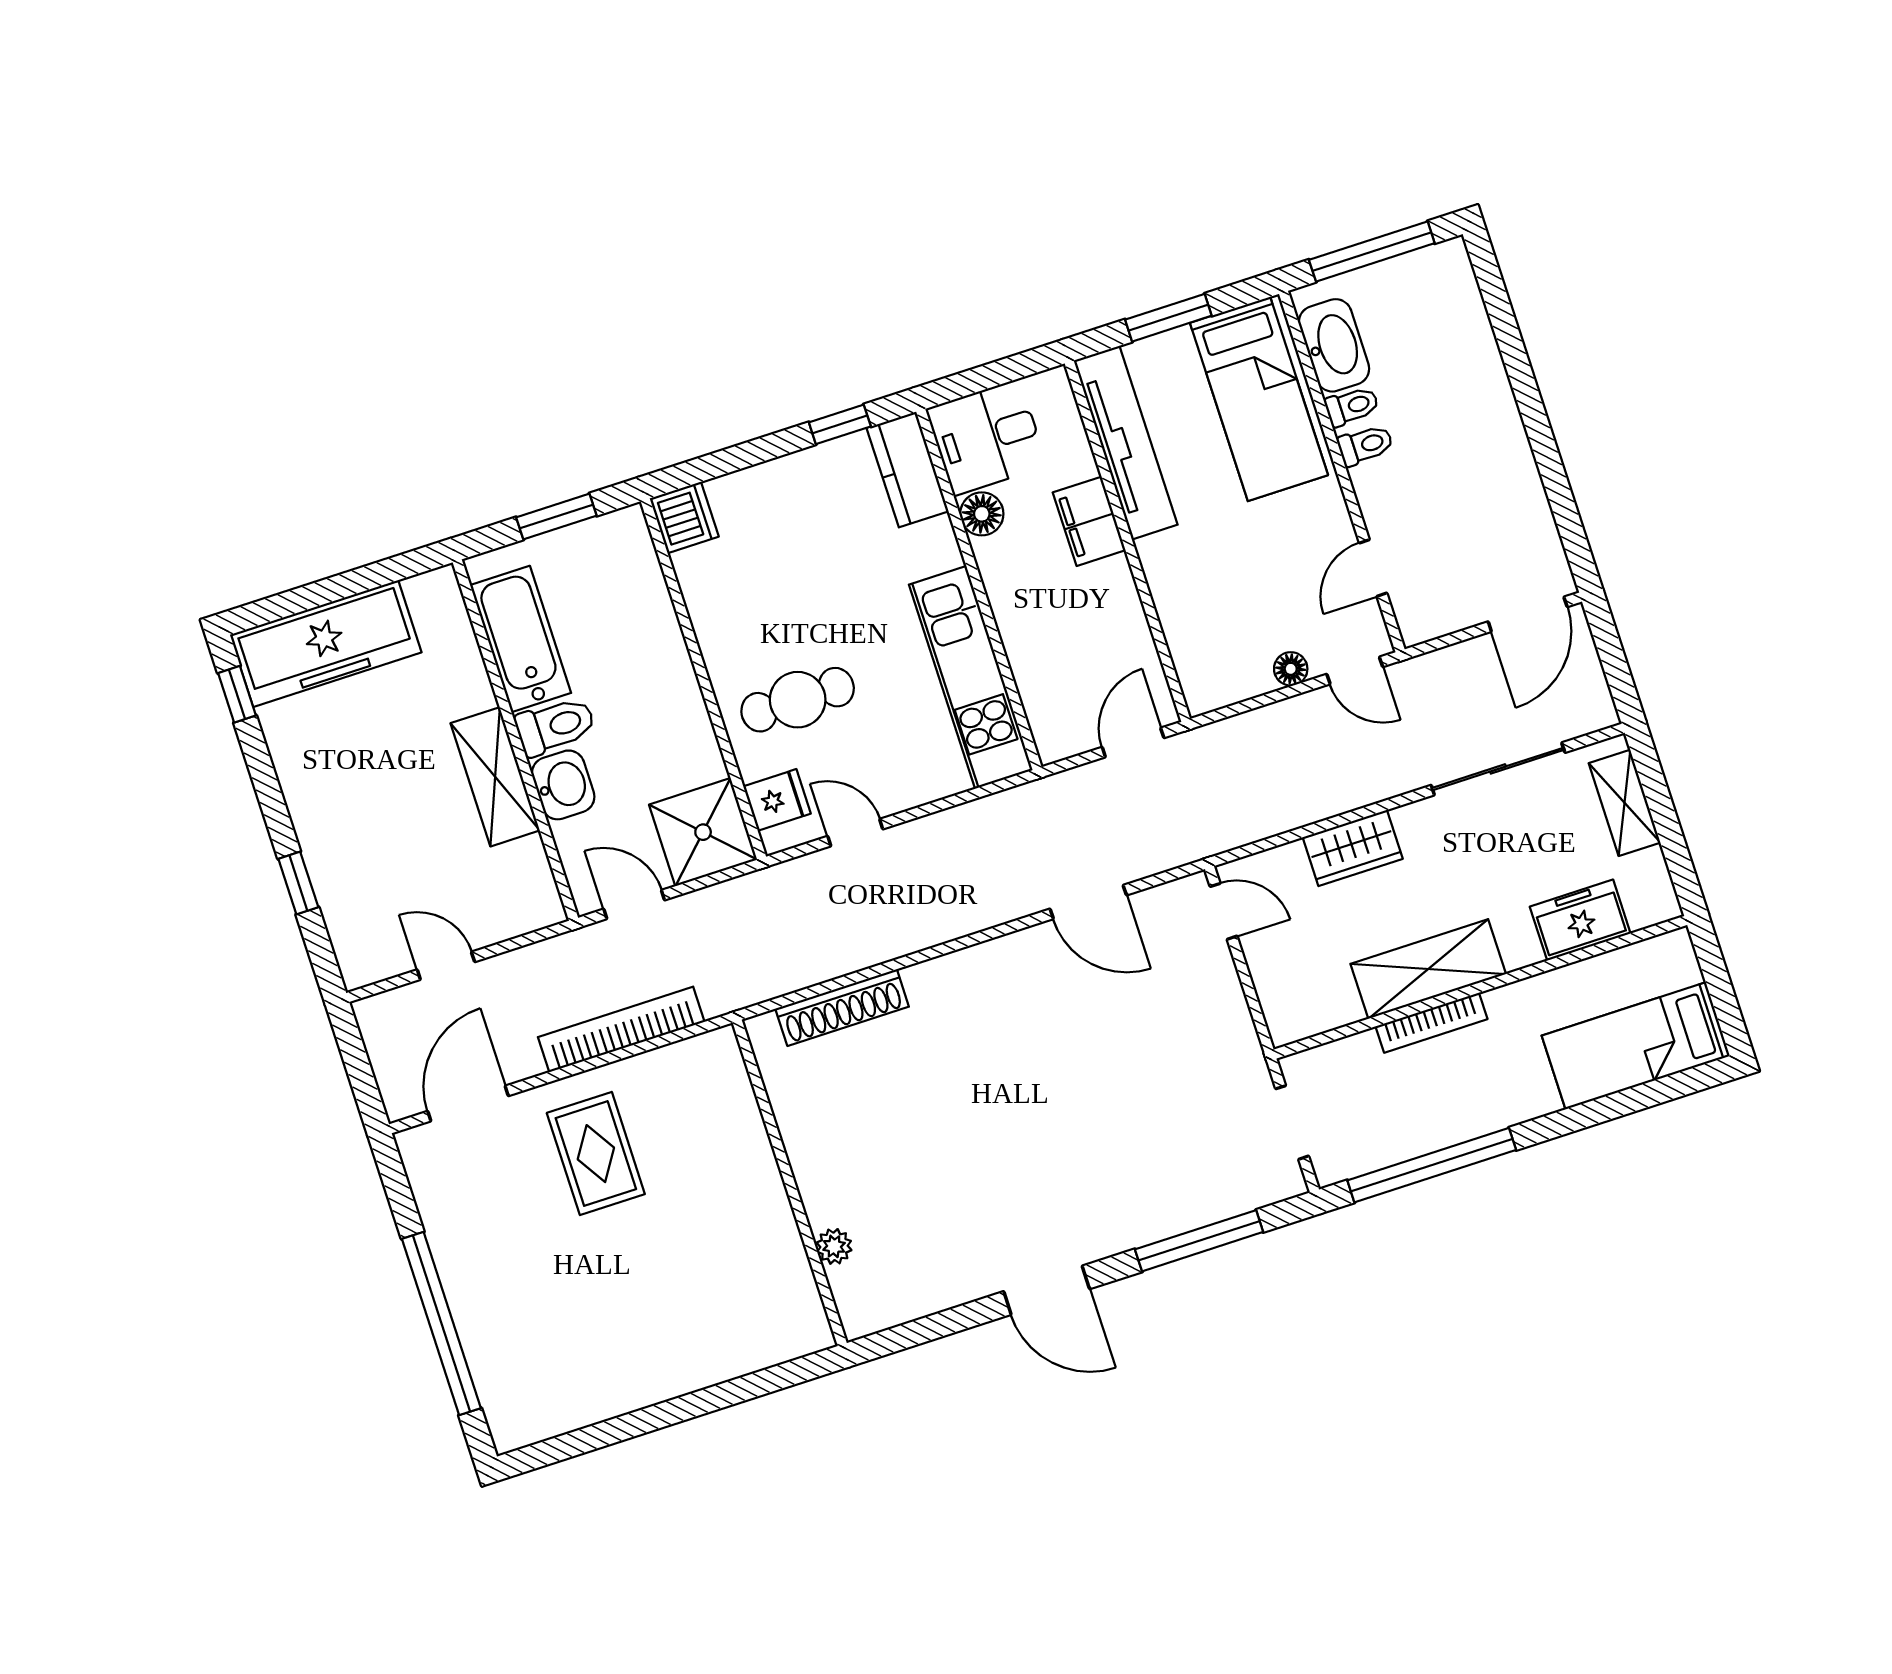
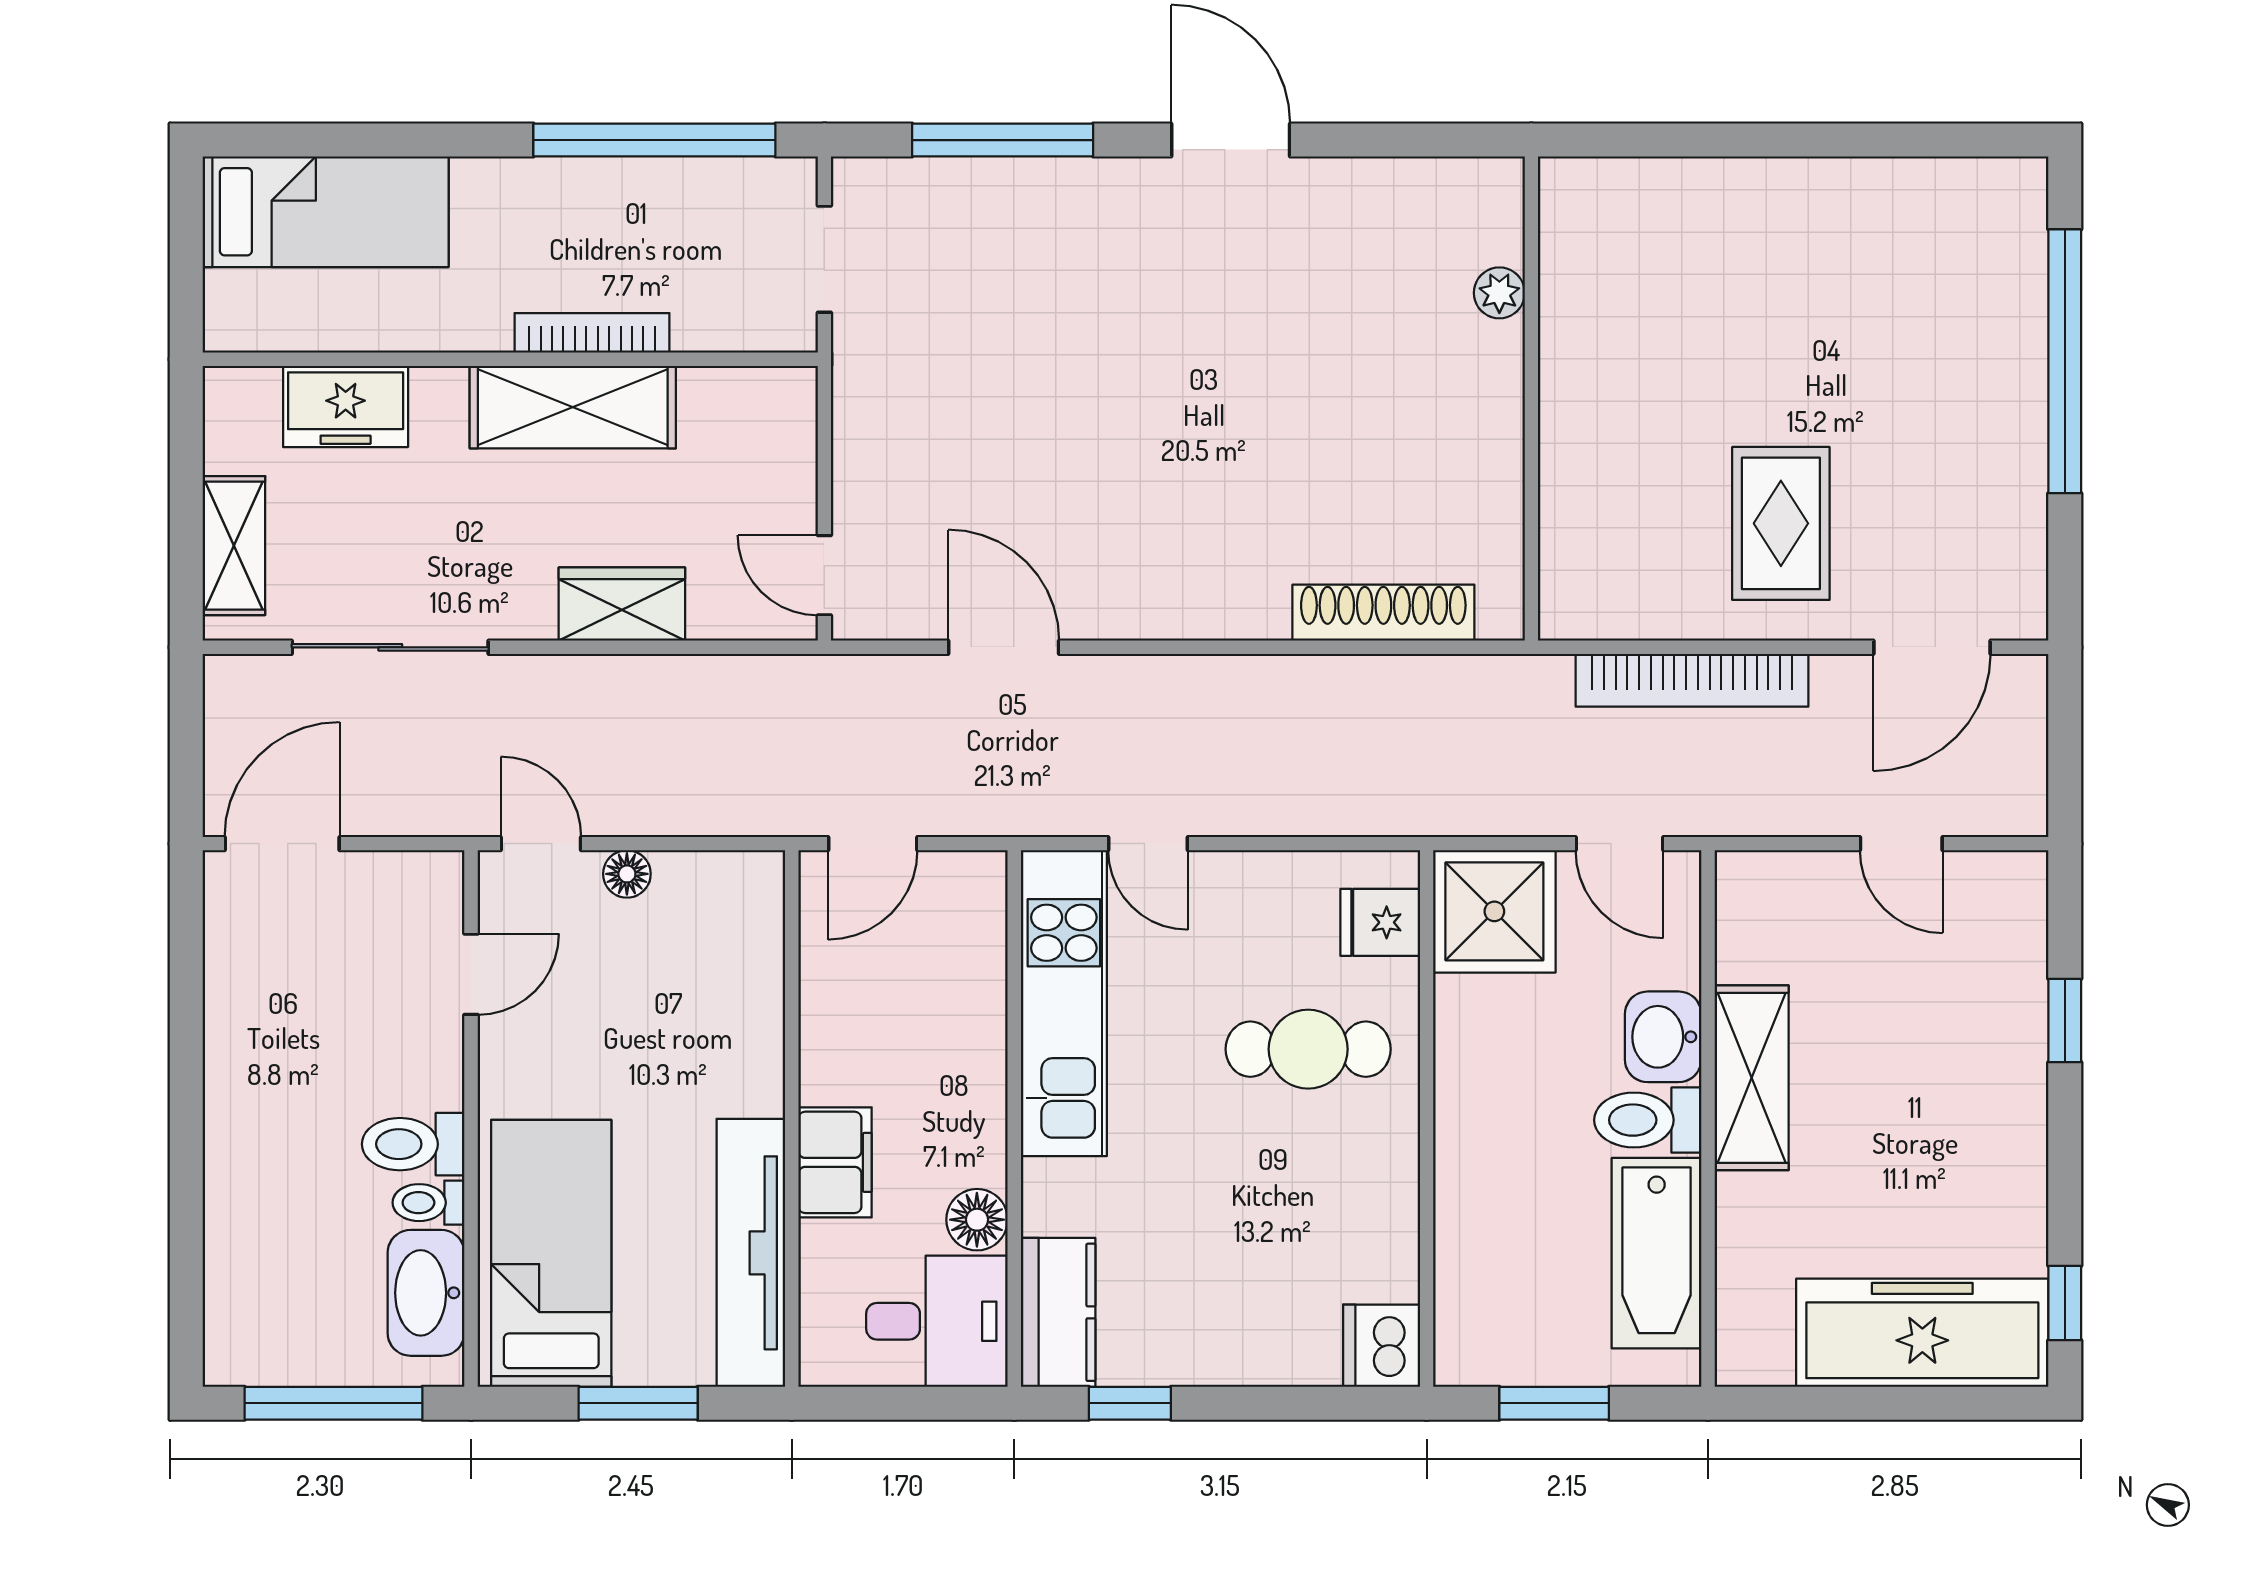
toilet: (1365, 445) -> (413, 1144), width x1.37, depth x1.39
door: (855, 833) -> (1148, 844), moved

